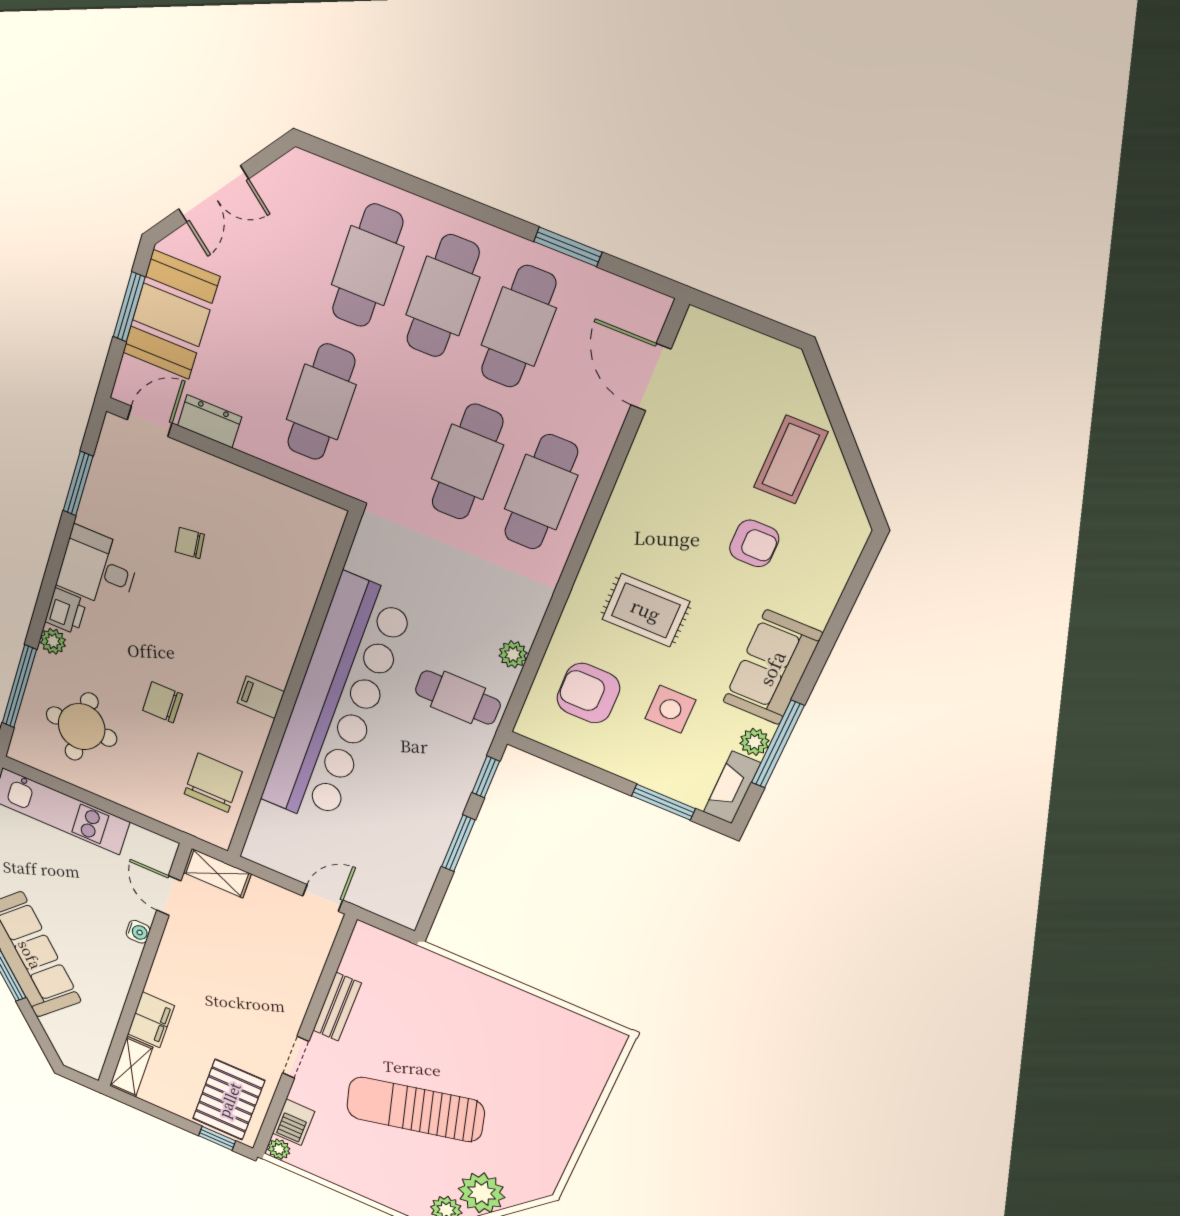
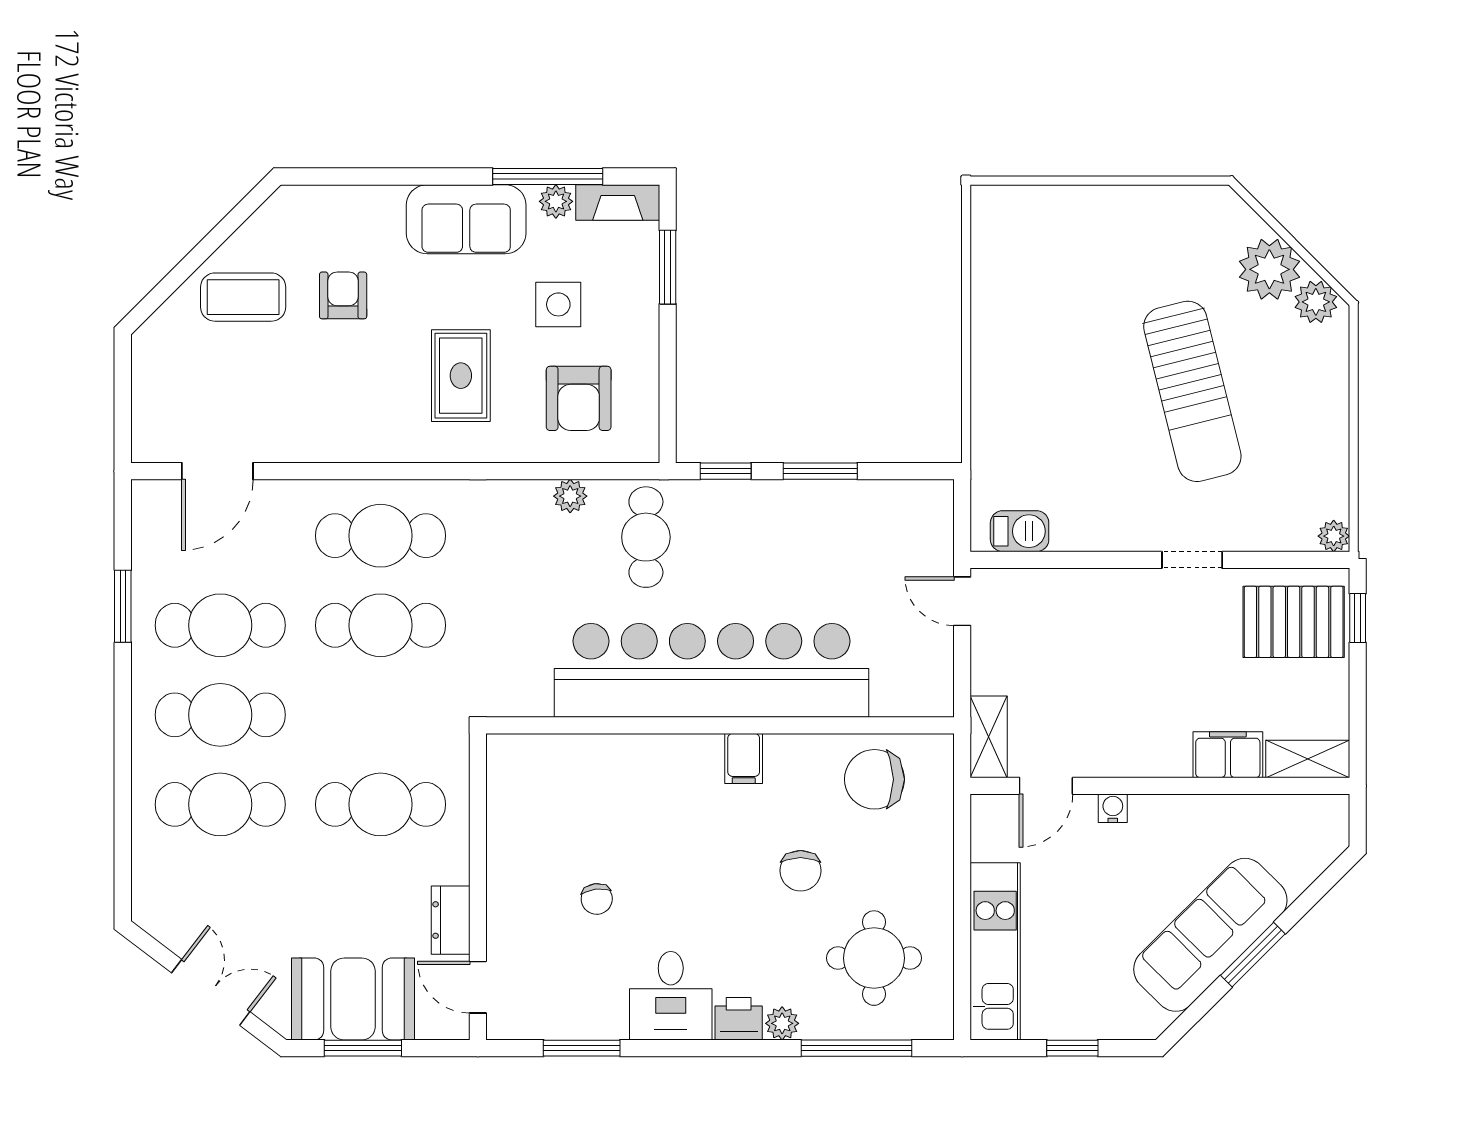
bench: (337, 1007) -> (1098, 534), removed
barbecue: (294, 1122) -> (1020, 531), moved

